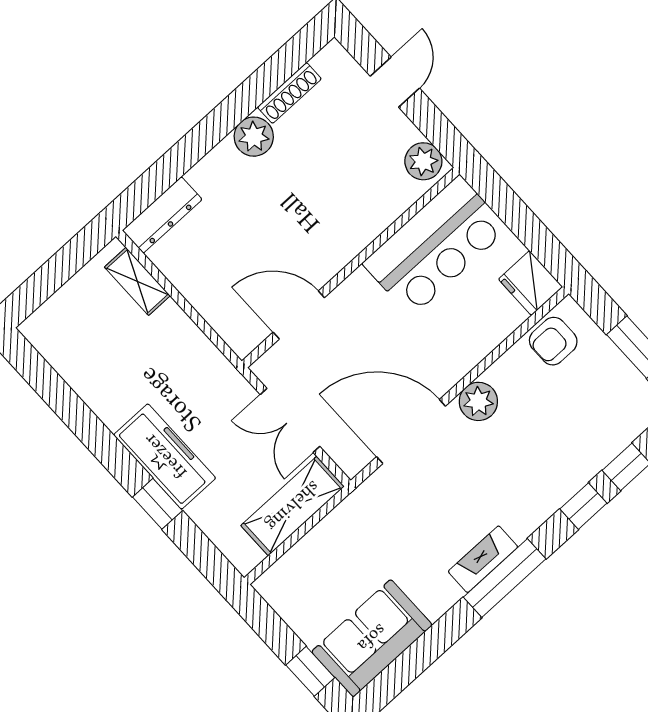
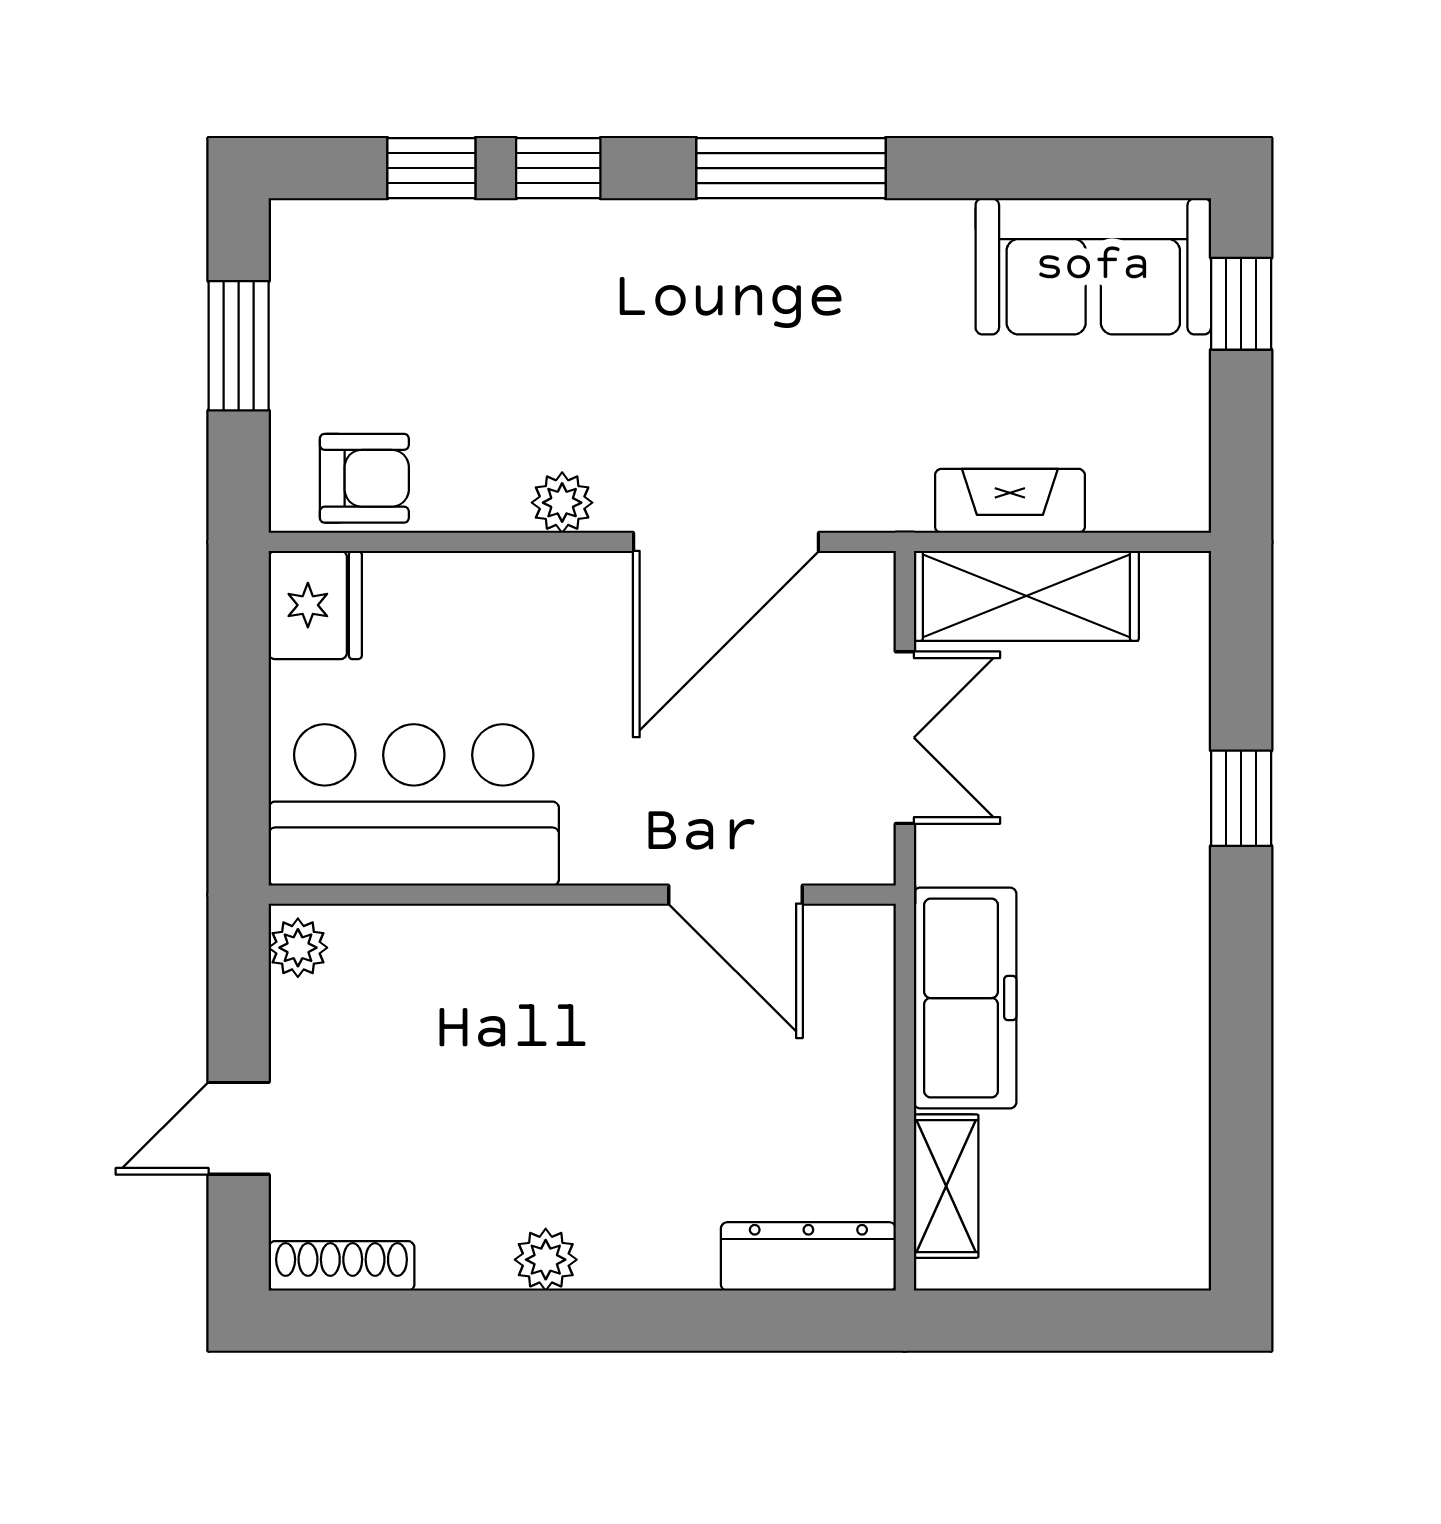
shoe rack: (289, 93) -> (342, 1266), moved
plant: (254, 137) -> (546, 1260), width x0.73, depth x0.73
plant: (423, 161) -> (298, 948), width x0.73, depth x0.73
plant: (478, 401) -> (562, 503), width x0.73, depth x0.73
door: (411, 431) -> (726, 542), hinge flipped
freezer: (165, 456) -> (965, 998), moved, turned 180
fireplace: (483, 559) -> (1010, 501), moved, turned 180

